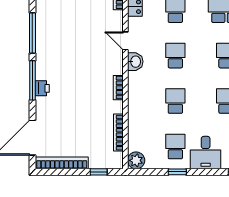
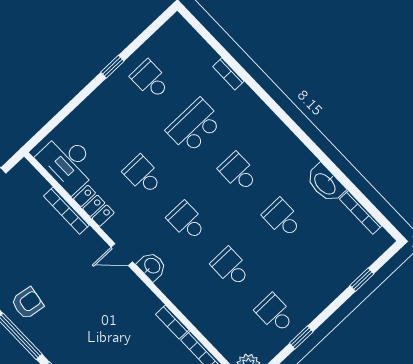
armchair: (53, 20) -> (27, 303), added
bookcase: (118, 88) -> (172, 322), moved
desk: (206, 153) -> (311, 290), removed

